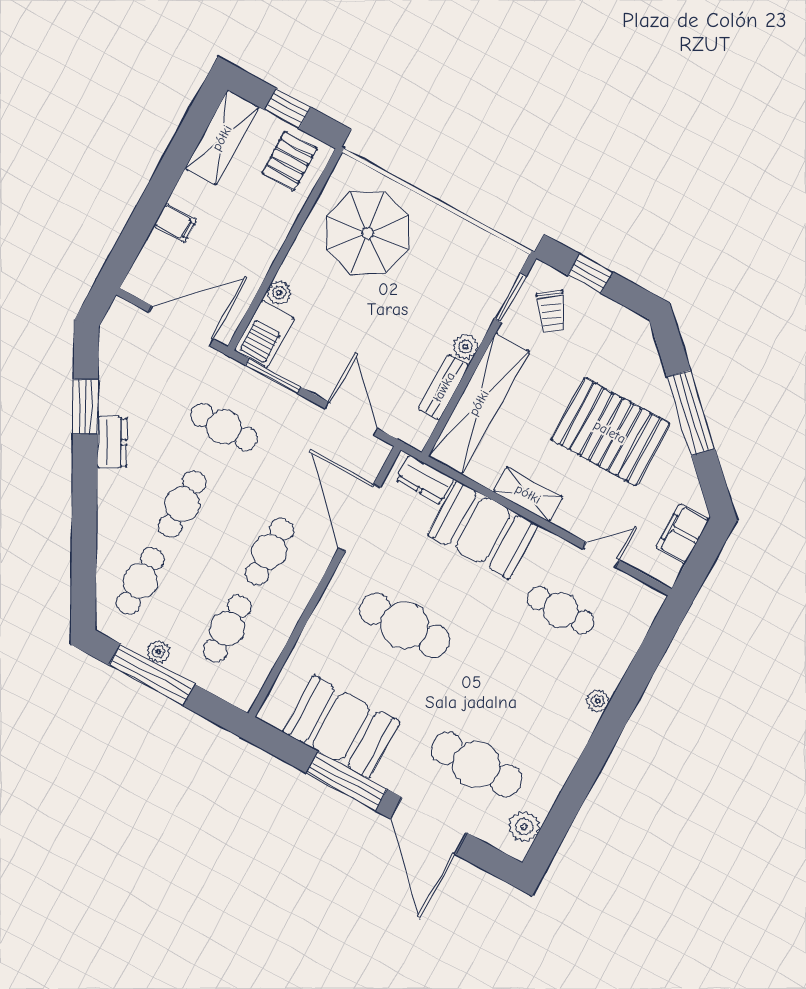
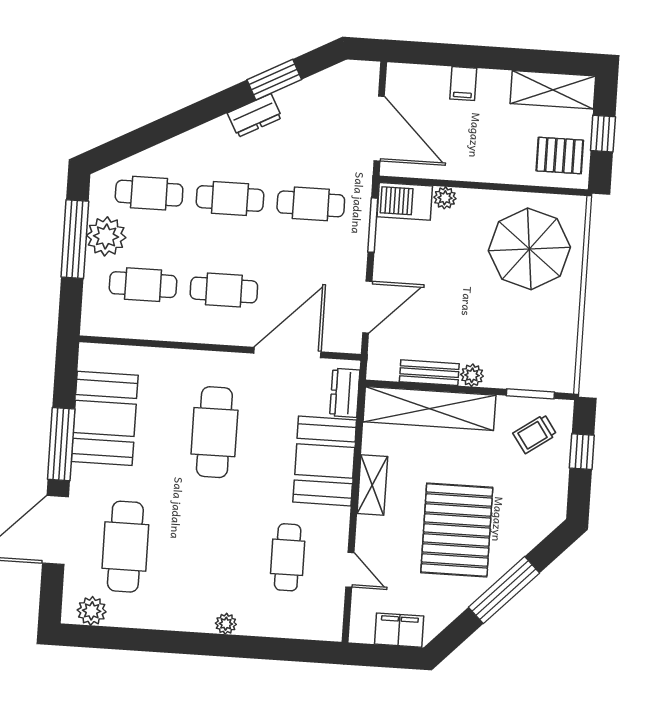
cafe table: (224, 427) -> (311, 204), turned 90
plant: (158, 652) -> (106, 236), width x1.88, depth x1.88

